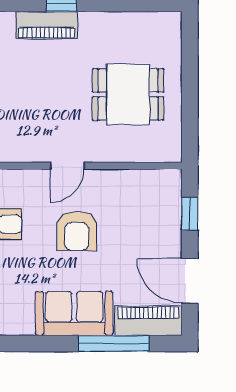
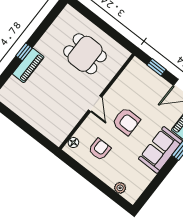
dining table: (128, 94) -> (85, 54), turned 90

